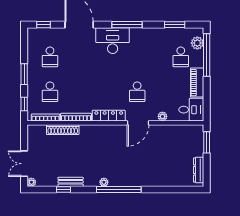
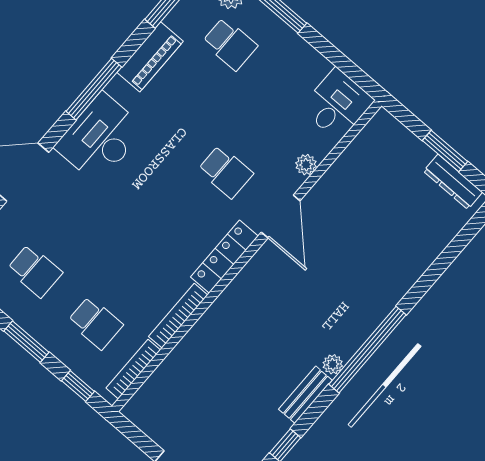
piano: (197, 83) -> (150, 57), moved, turned -90
shoe rack: (63, 130) -> (180, 357), removed
window: (207, 142) -> (445, 151), moved
bench: (71, 182) -> (305, 395), moved

